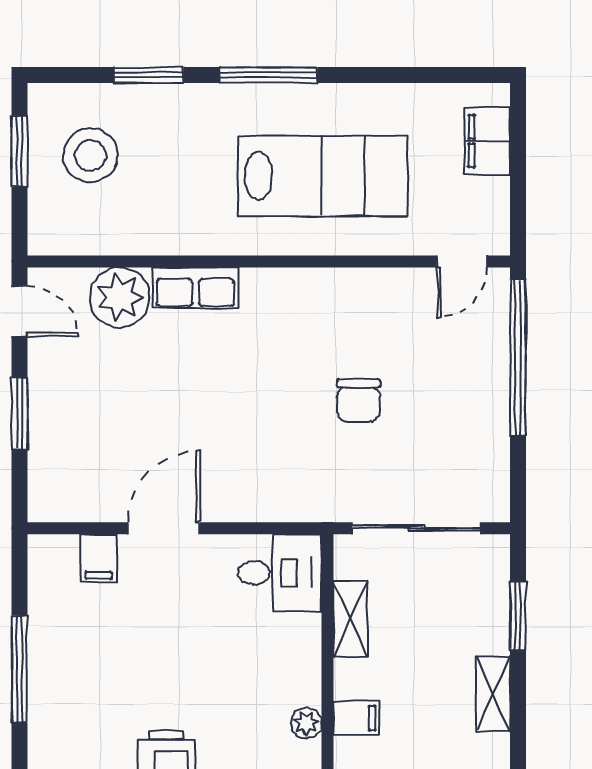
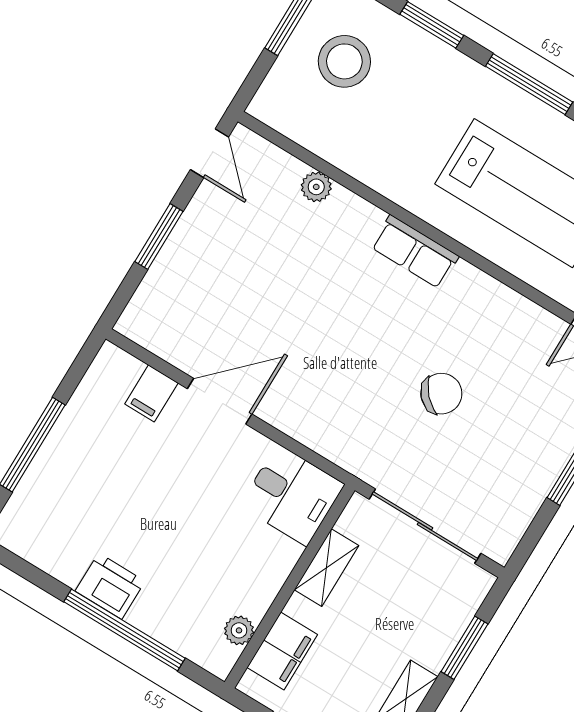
row of seats: (195, 288) -> (415, 252), moved
plant: (120, 297) -> (316, 187), width x0.53, depth x0.53
chair: (359, 400) -> (441, 394), turned -133
filing cabinet: (356, 718) -> (282, 651), width x2.00

